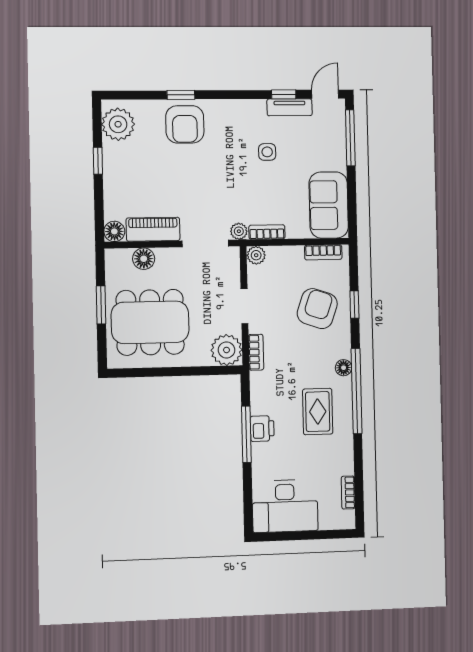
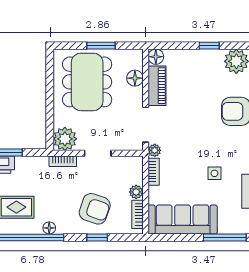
sofa: (329, 205) -> (183, 220), width x1.36
plant: (256, 255) -> (136, 192), moved

